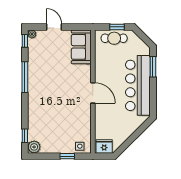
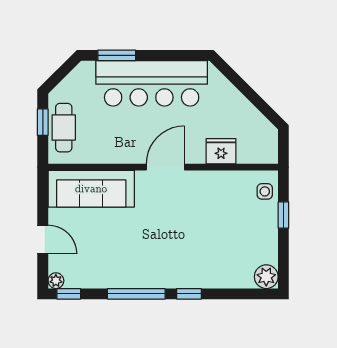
door: (54, 27) -> (43, 240), swing flipped
sofa: (81, 47) -> (91, 189), width x1.36
window: (25, 136) -> (189, 294), moved
fridge: (104, 146) -> (221, 151), moved, turned 90

